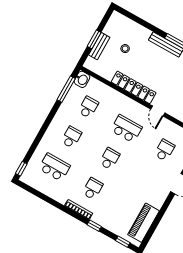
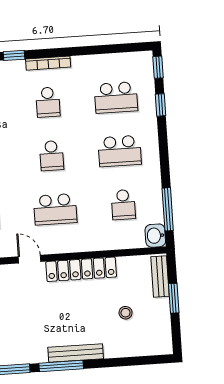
bench: (99, 46) -> (160, 277), moved
school desk: (71, 137) -> (120, 151), width x1.85
window: (33, 148) -> (161, 105), added

